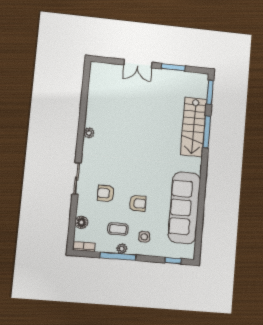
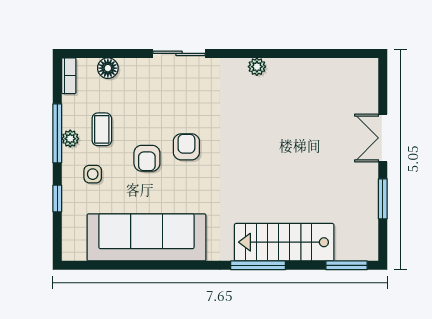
window: (207, 132) -> (258, 265), moved
armchair: (106, 193) -> (186, 147), moved
window: (173, 261) -> (57, 198), moved

